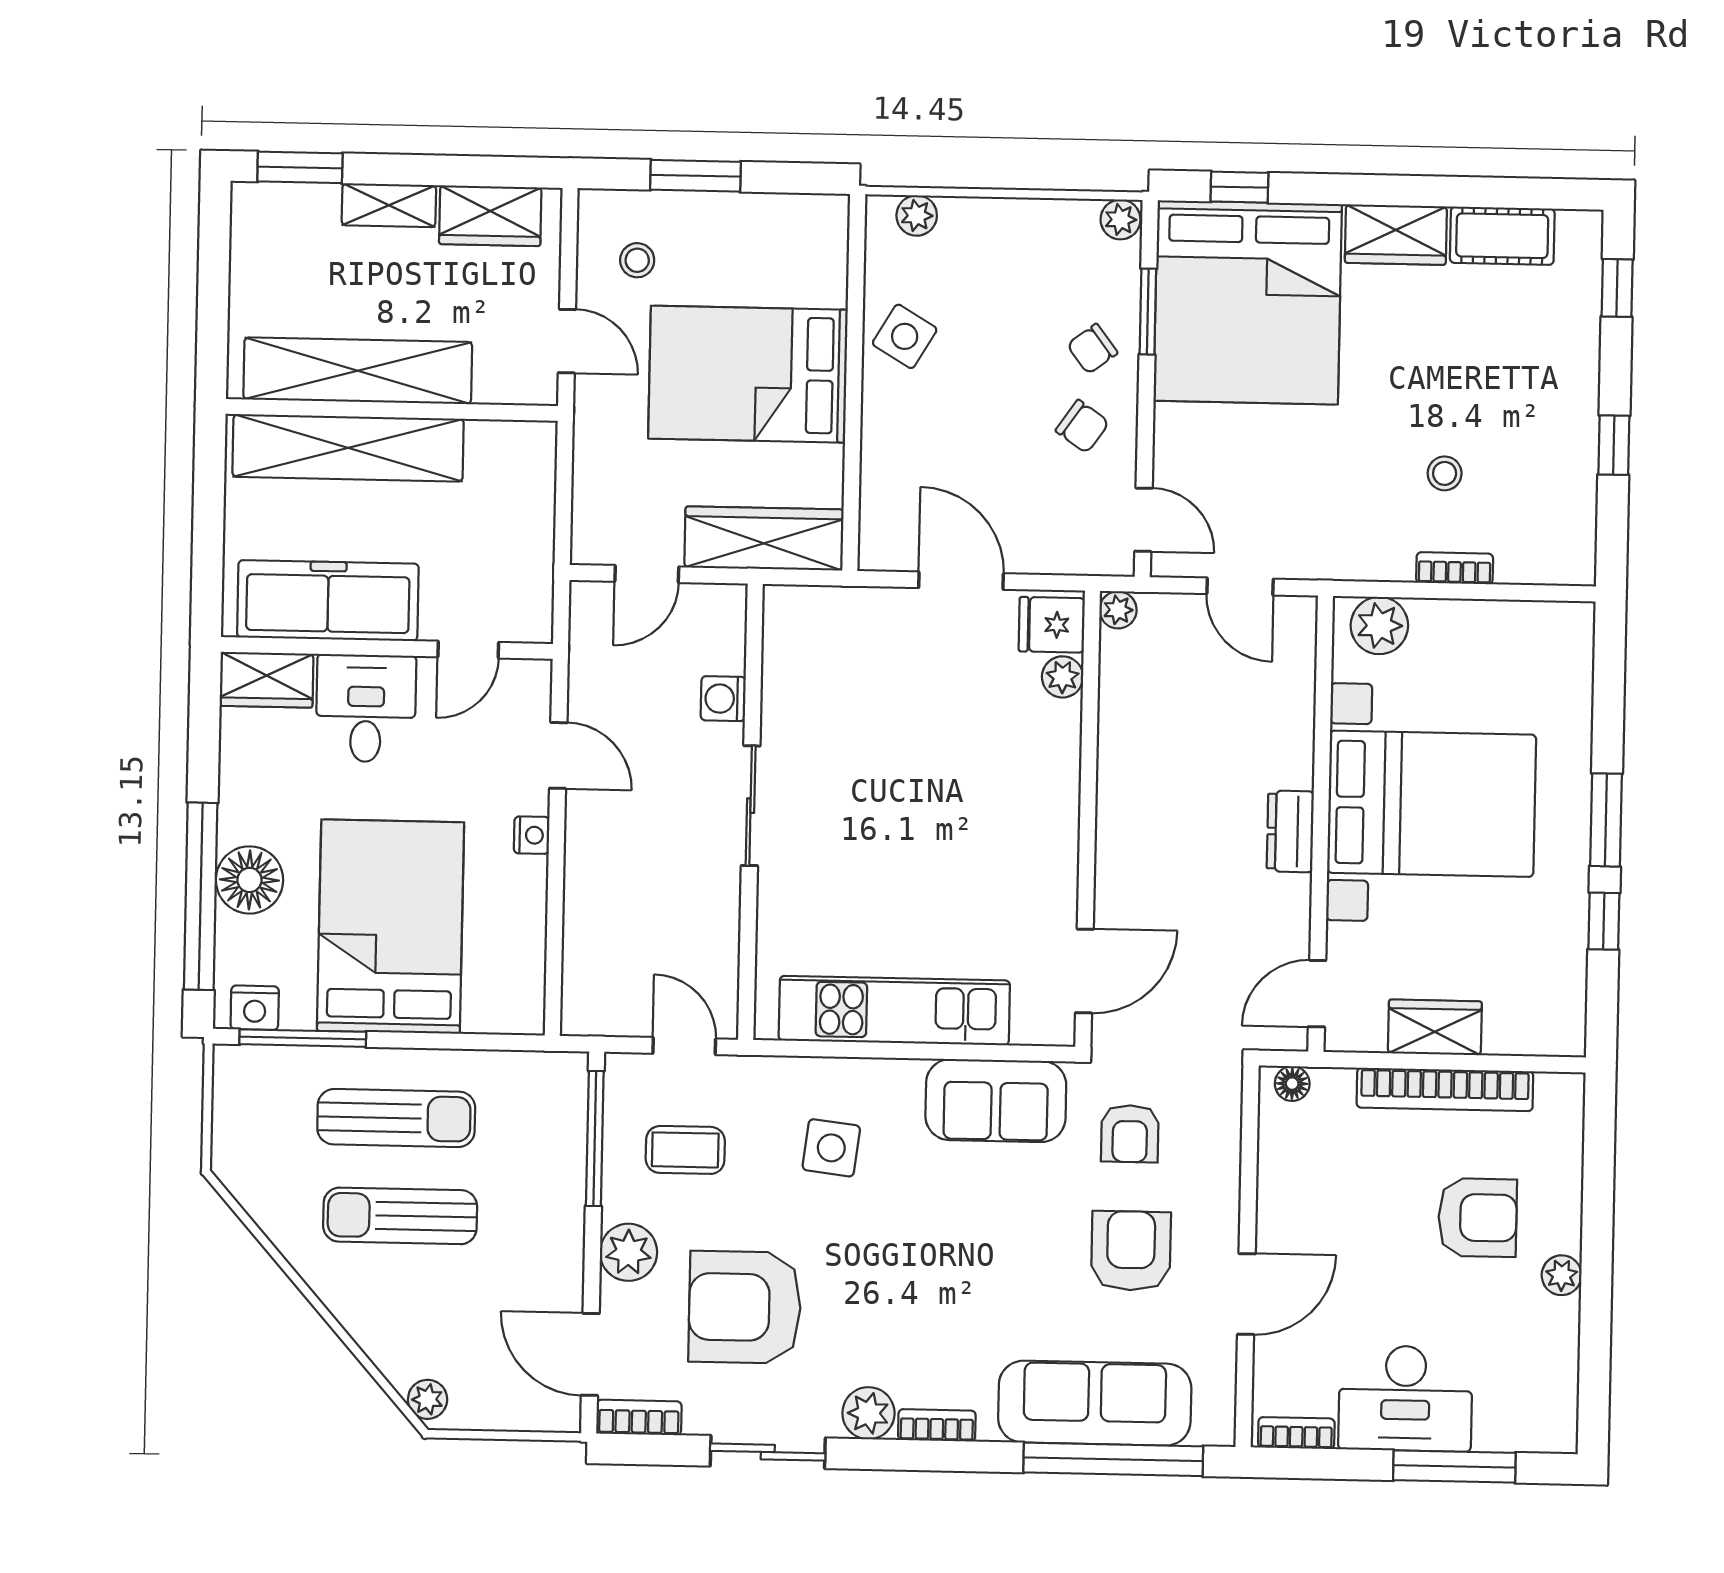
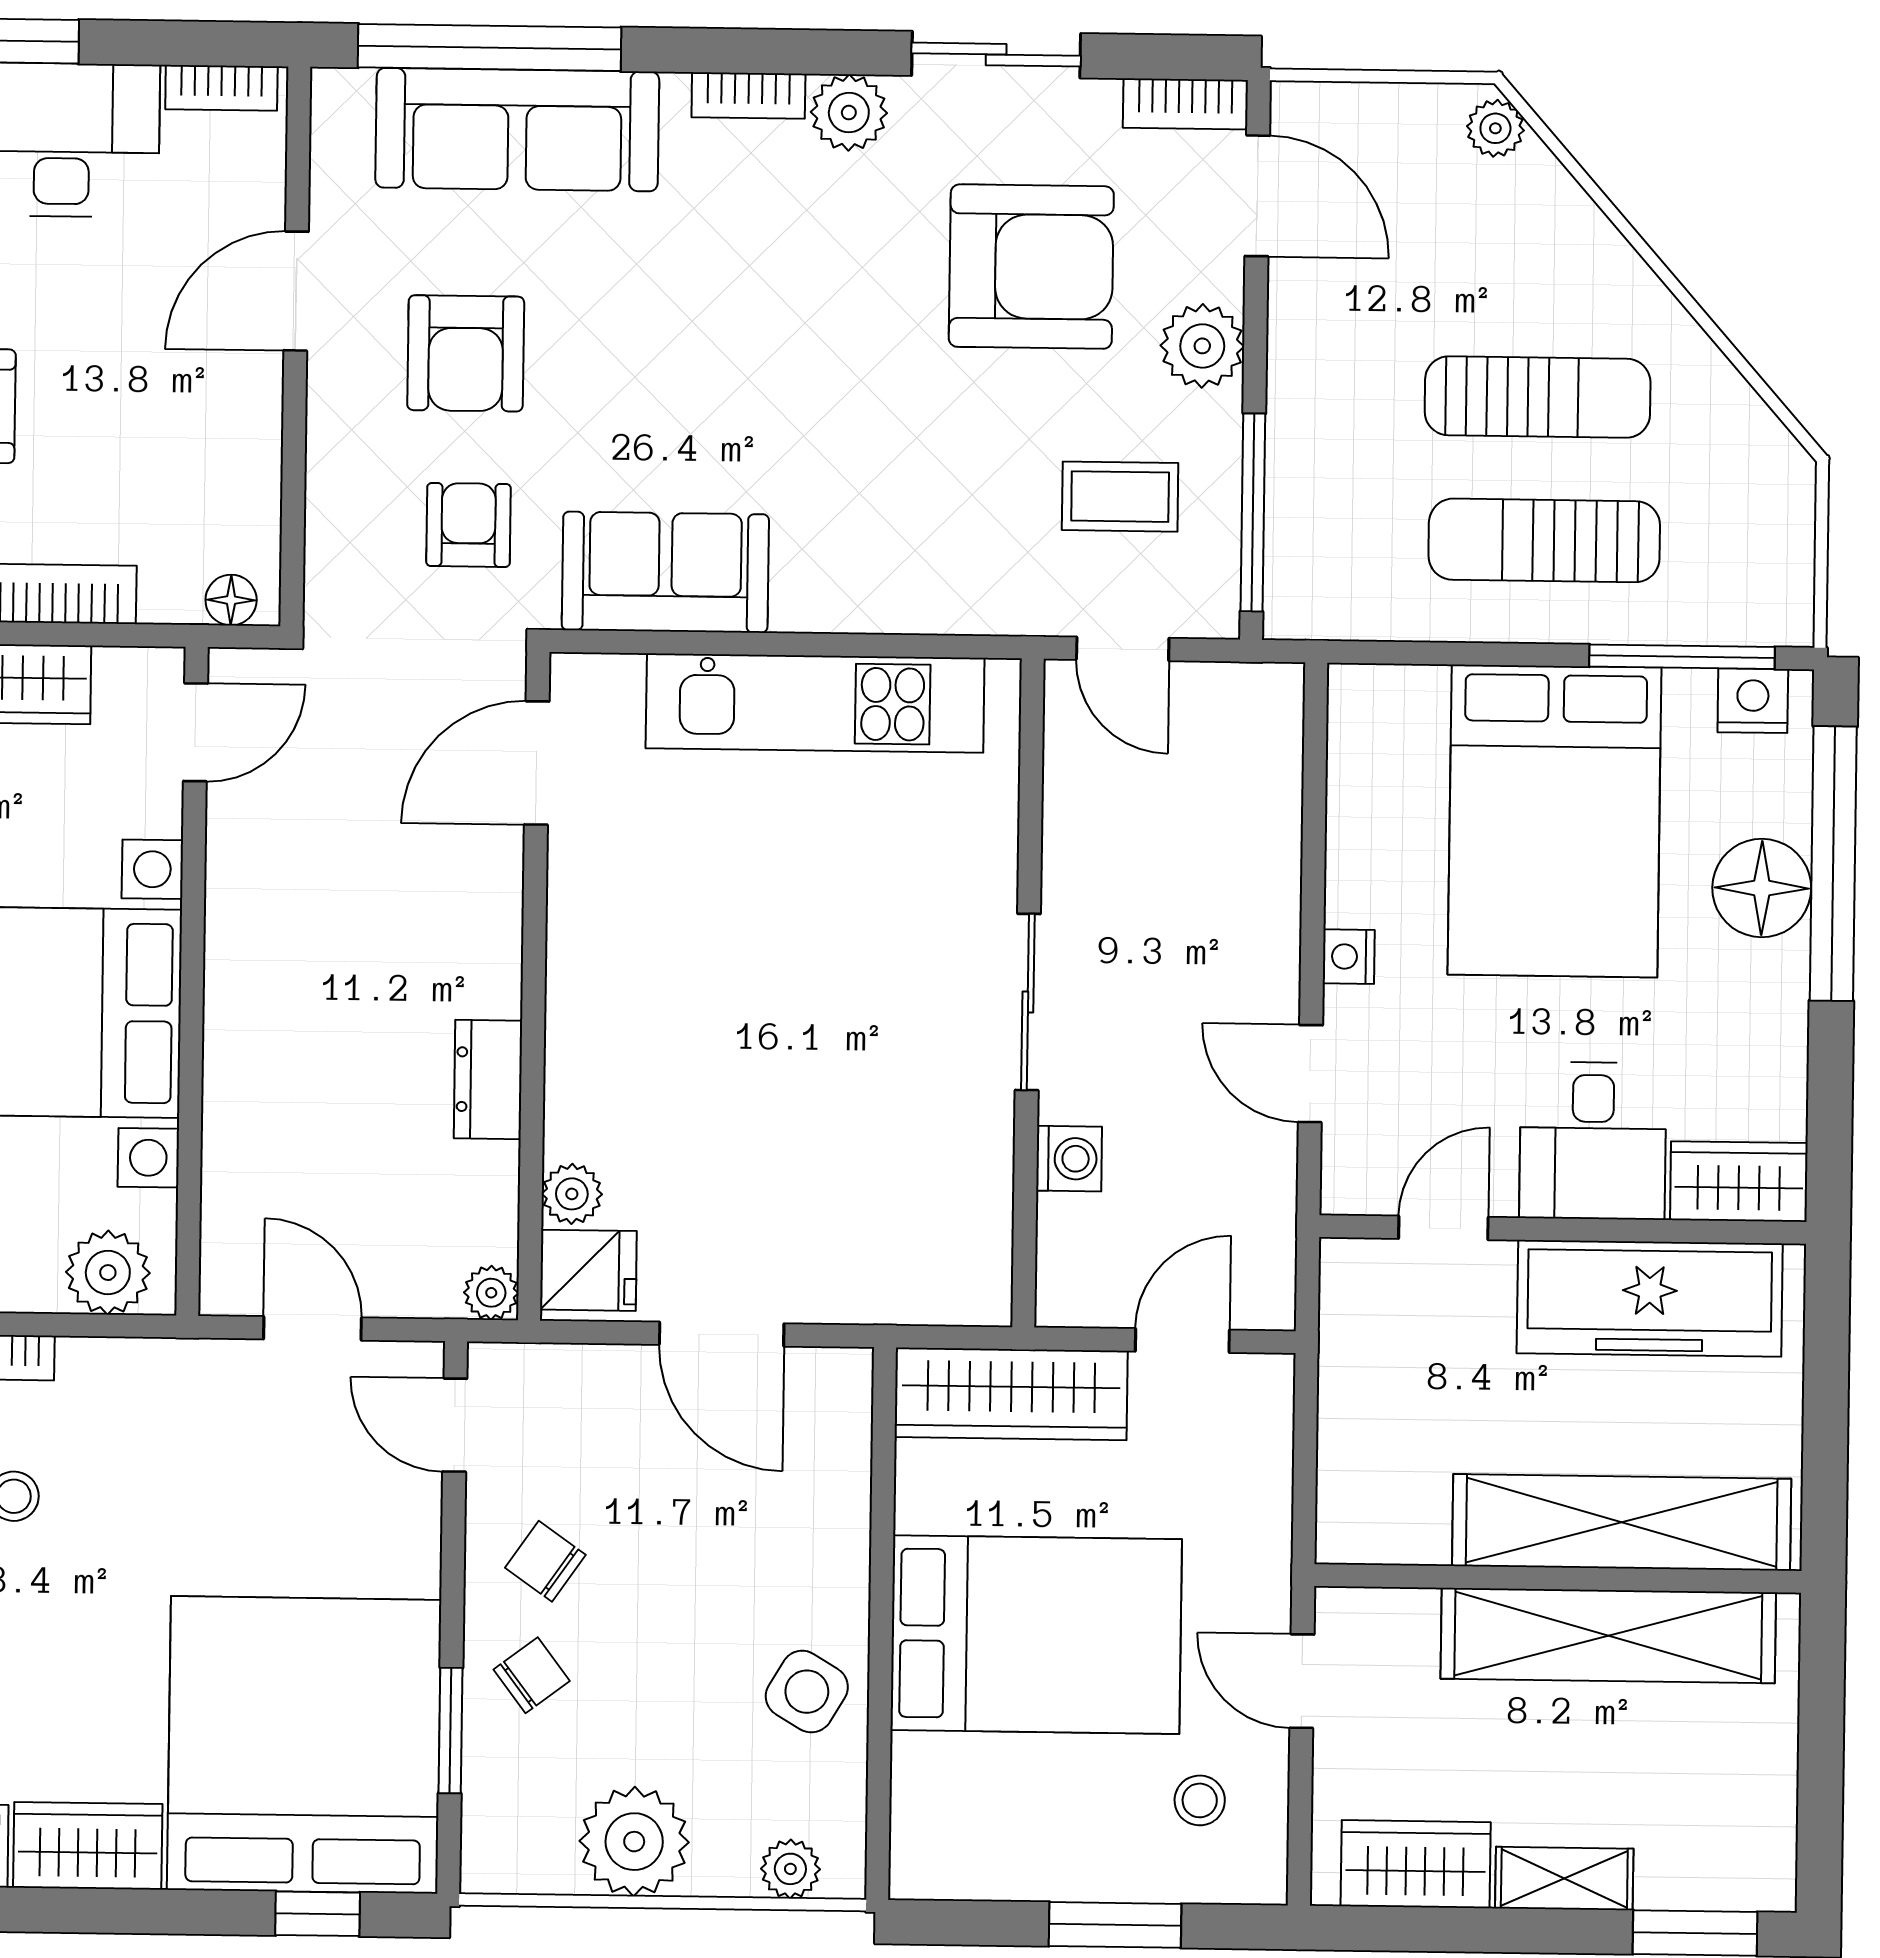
plant: (1120, 219) -> (634, 1842), moved, width x1.88, depth x1.88
dresser: (1290, 831) -> (488, 1080), moved, turned 180
side table: (831, 1148) -> (906, 501), removed

